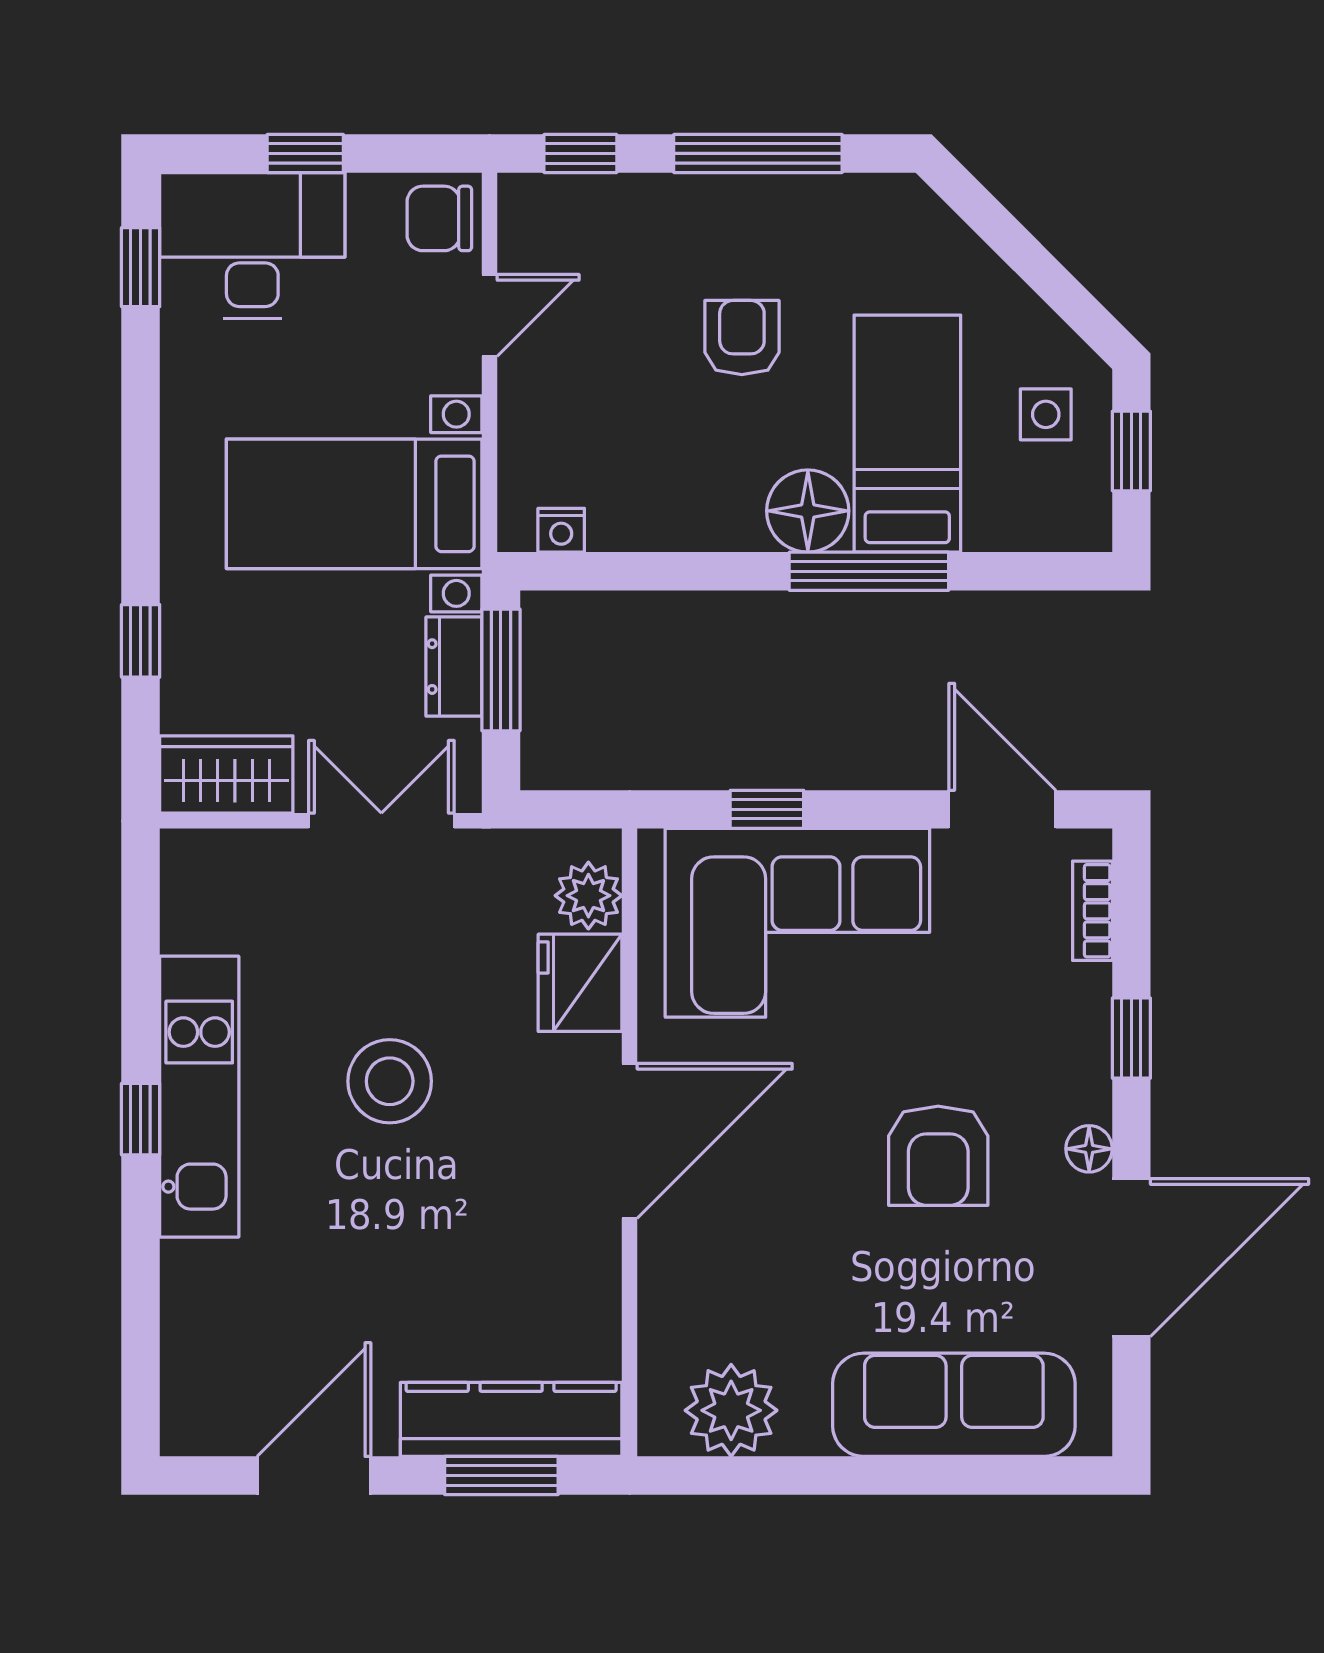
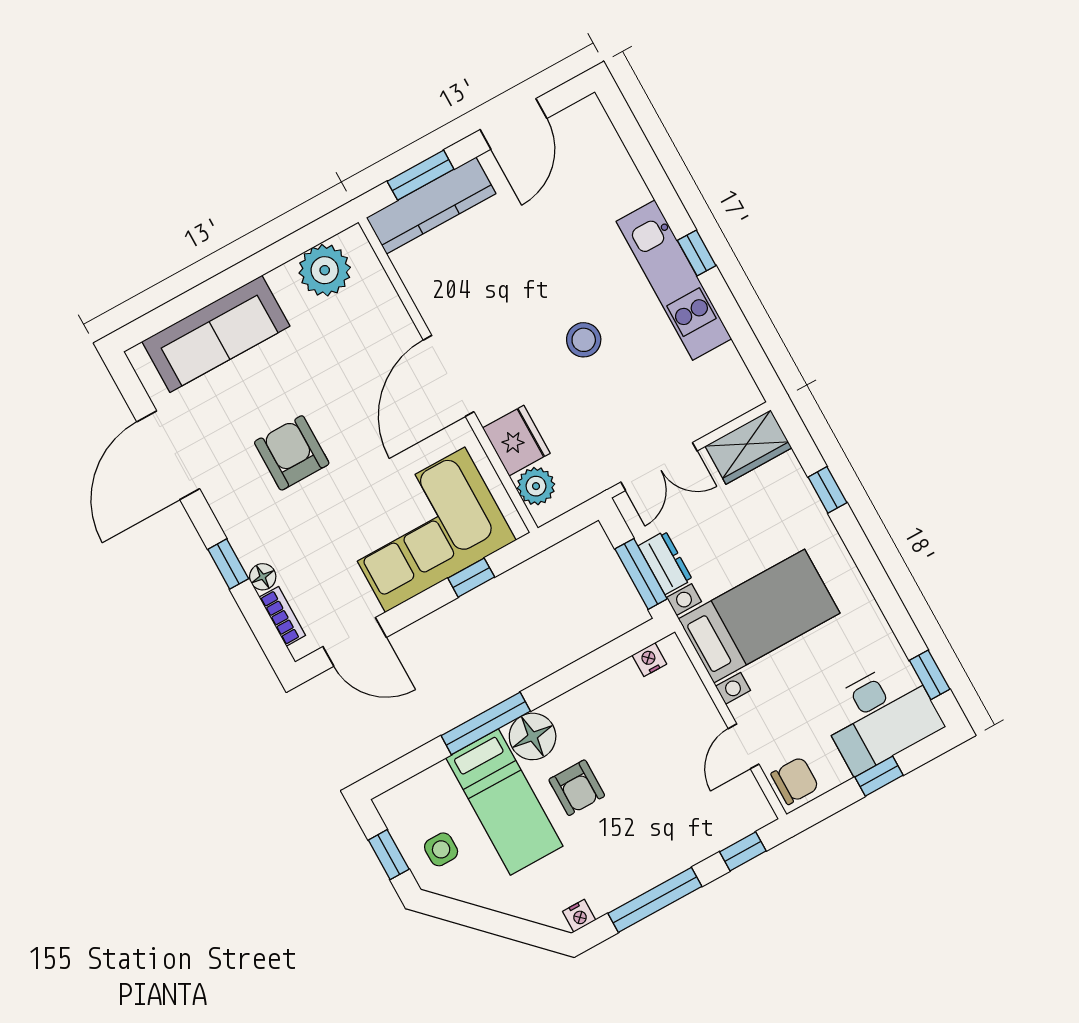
nightstand: (889, 194) -> (579, 916), added
armchair: (742, 338) -> (577, 788), moved
stool: (390, 1081) -> (584, 340), width x0.73, depth x0.73
floor lamp: (1089, 1149) -> (263, 577), moved

